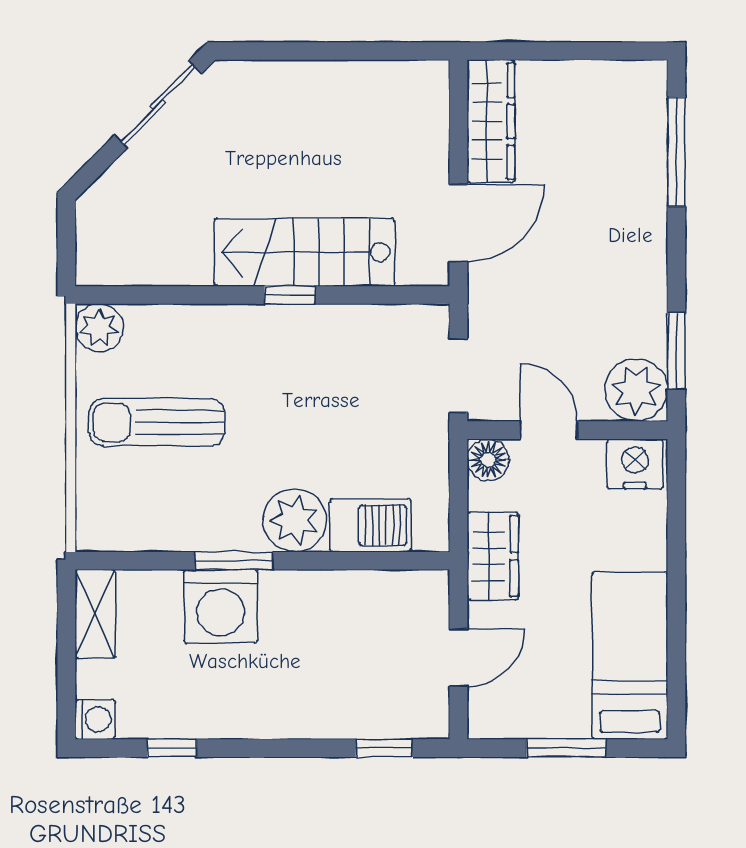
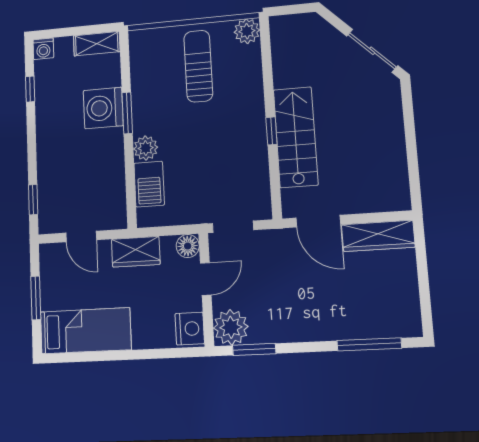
plant: (295, 520) -> (146, 148), width x0.73, depth x0.73

